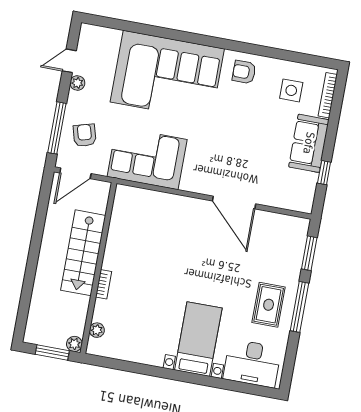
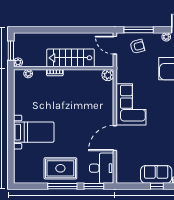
corner sofa: (147, 158) -> (131, 104), moved
window: (324, 173) -> (157, 186), moved
plant: (124, 195) -> (108, 75), added
rug: (269, 305) -> (60, 168), width x1.36, depth x1.43
desk: (252, 363) -> (102, 168), moved, turned 180

